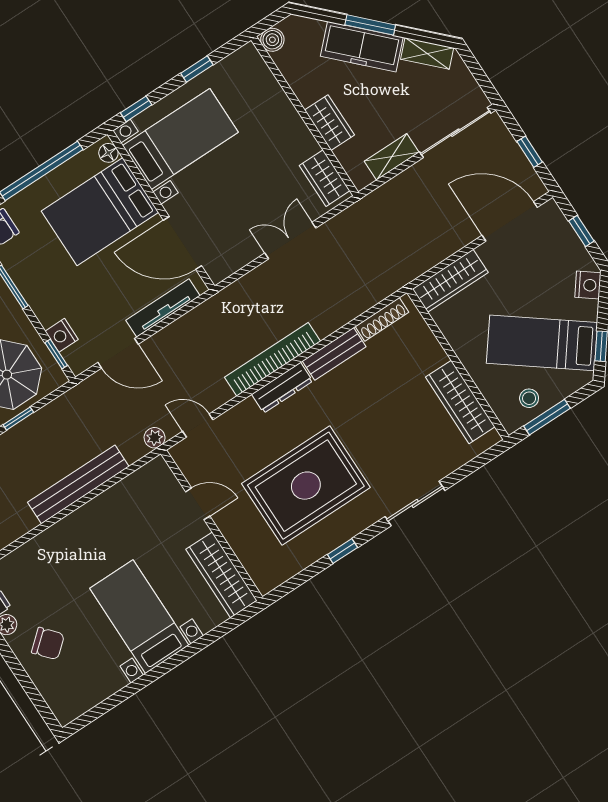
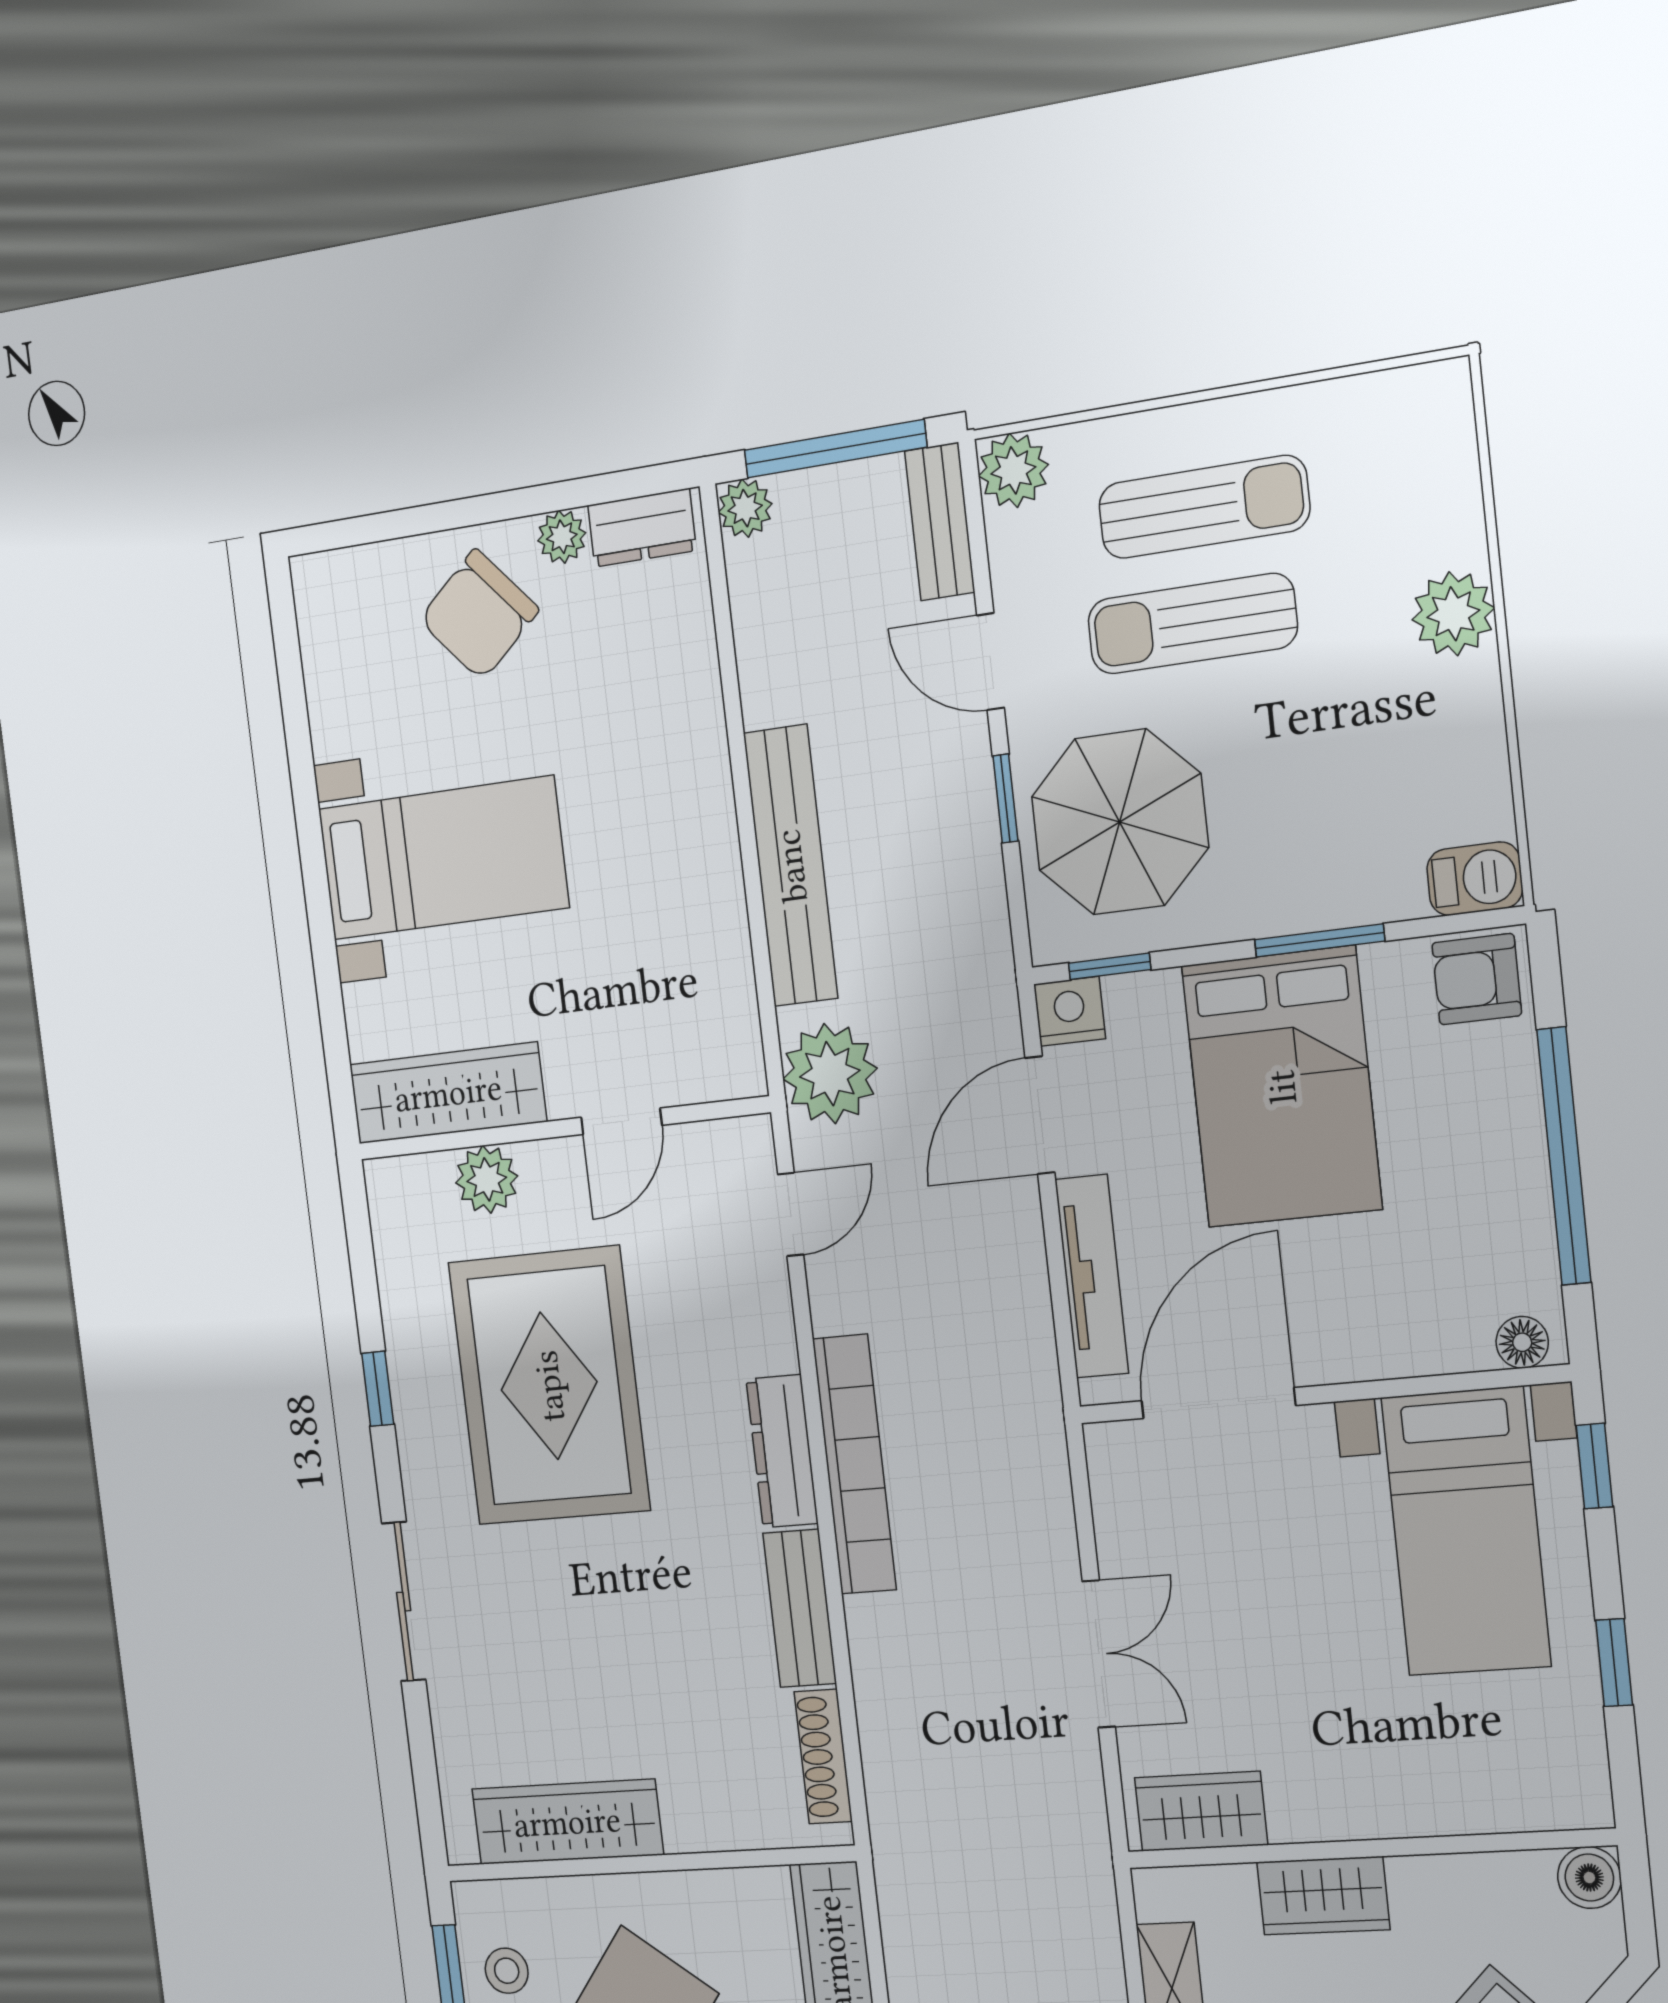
bed: (100, 212) -> (1282, 1087), moved, turned 180
nightstand: (62, 335) -> (1070, 1011), moved
plant: (155, 438) -> (830, 1074), width x1.88, depth x1.88
plant: (245, 545) -> (487, 1179), added
chair: (48, 644) -> (479, 615), width x1.37, depth x1.37

